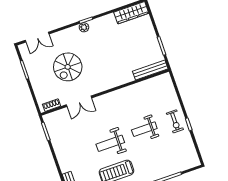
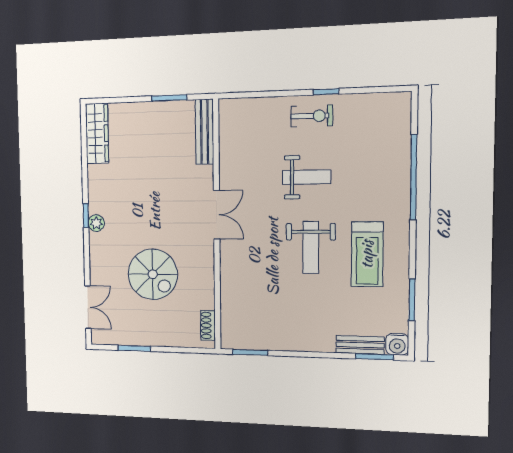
double door: (79, 101) -> (217, 215), moved
weight bench: (144, 129) -> (306, 177), turned -90

